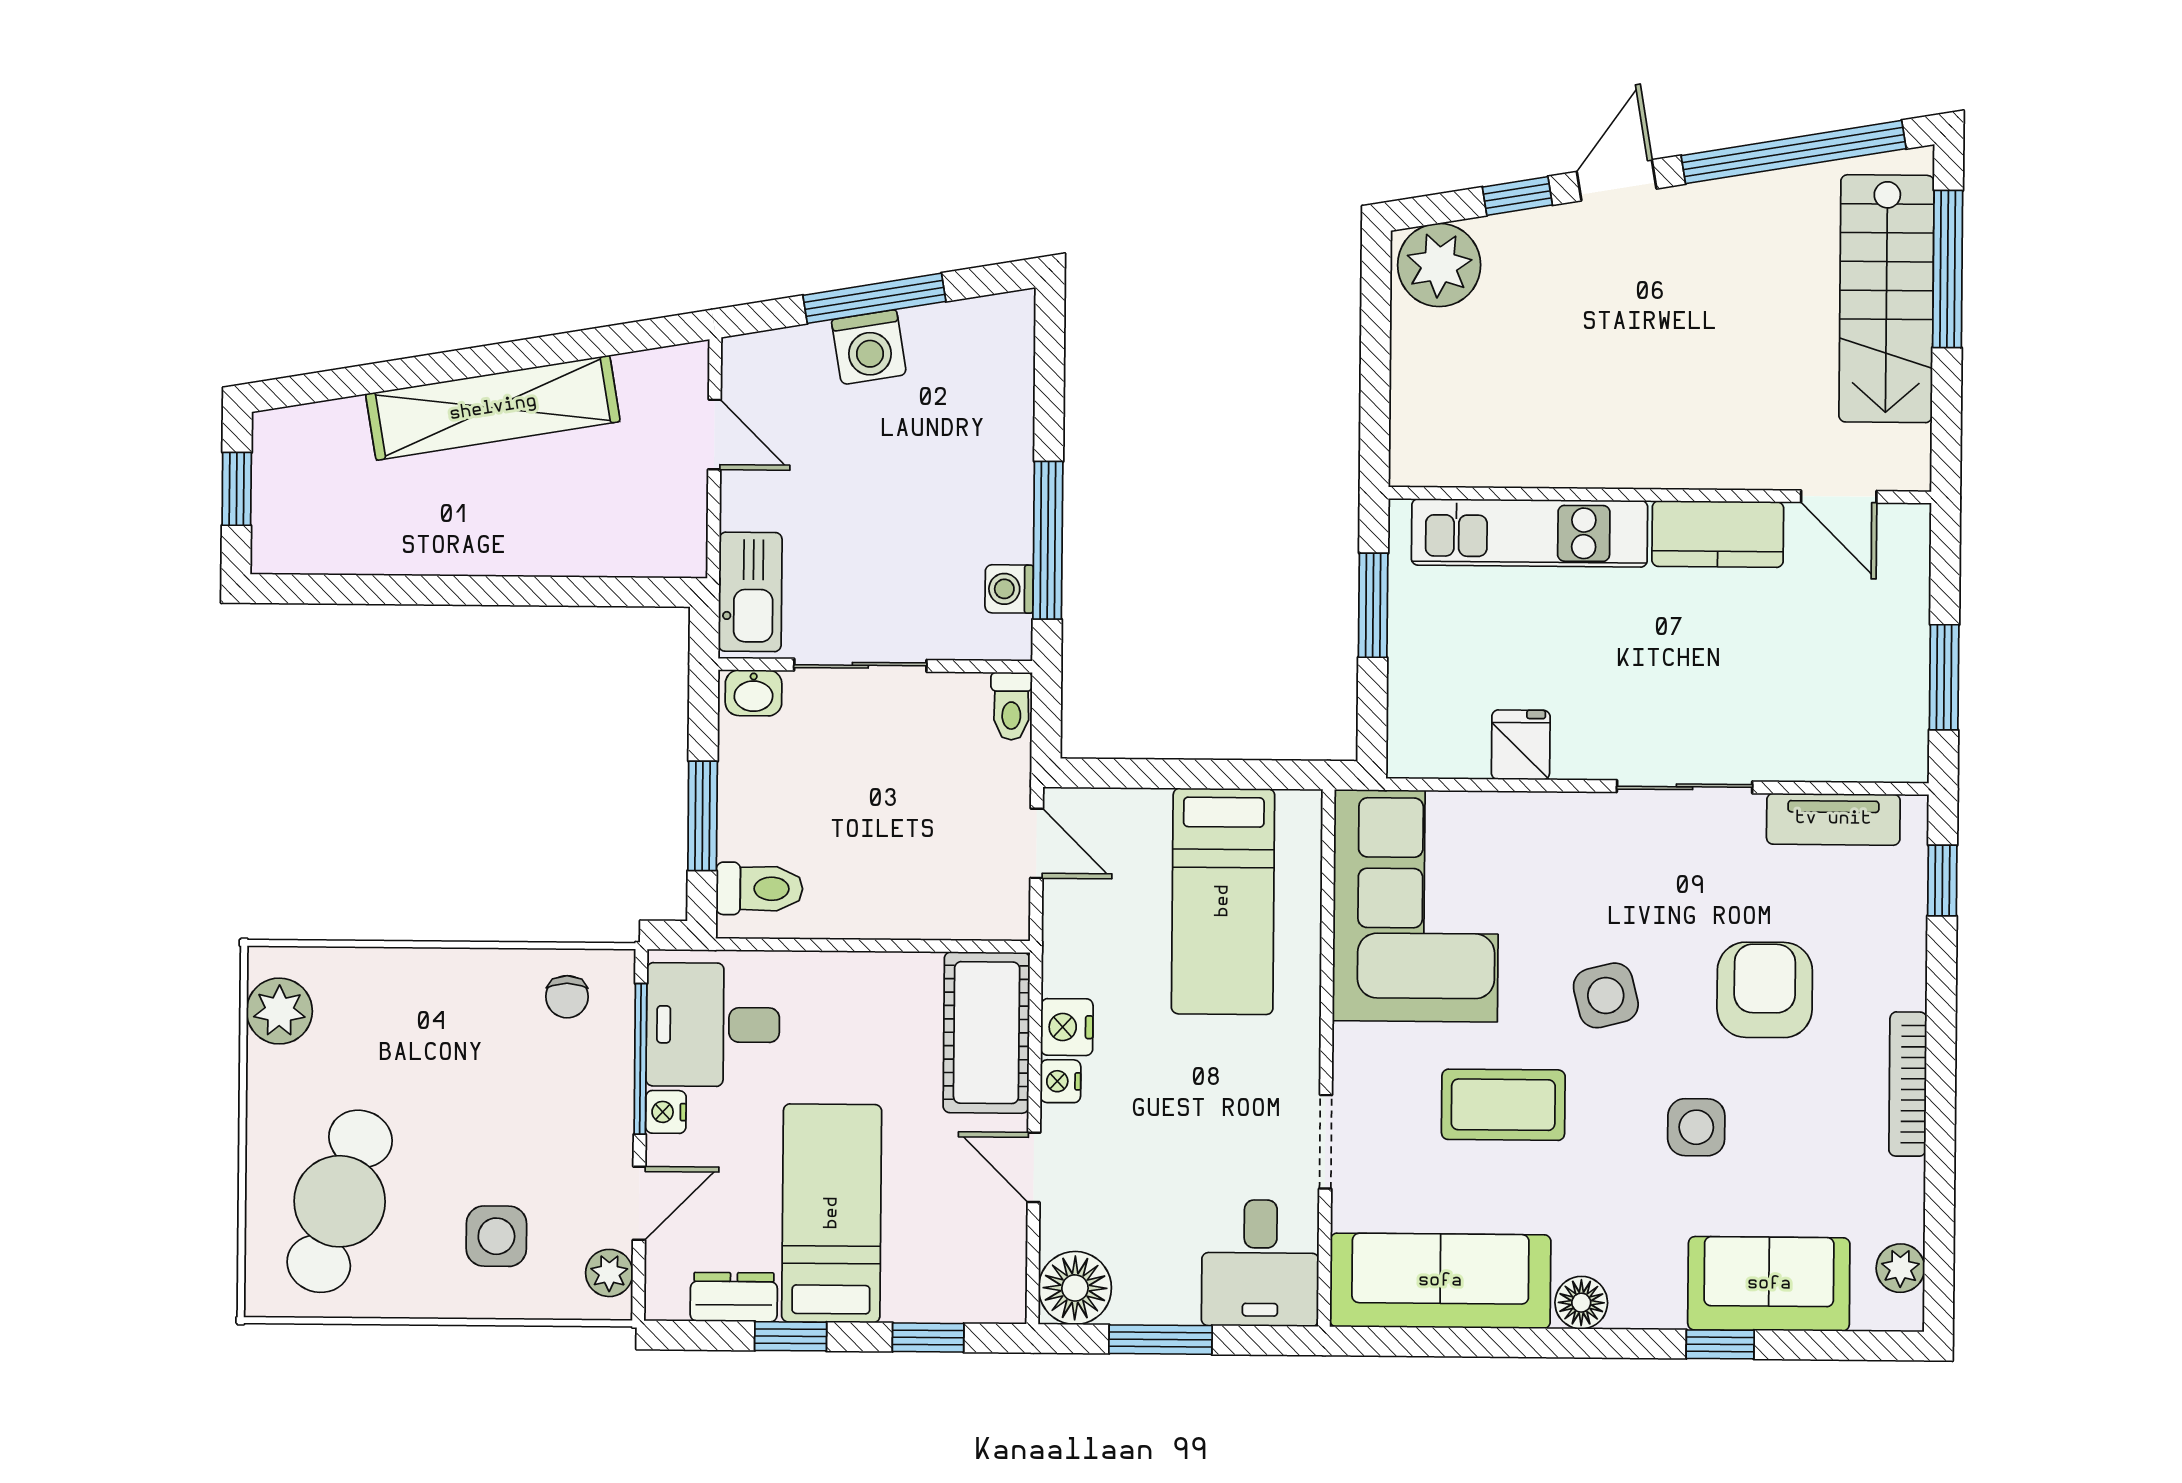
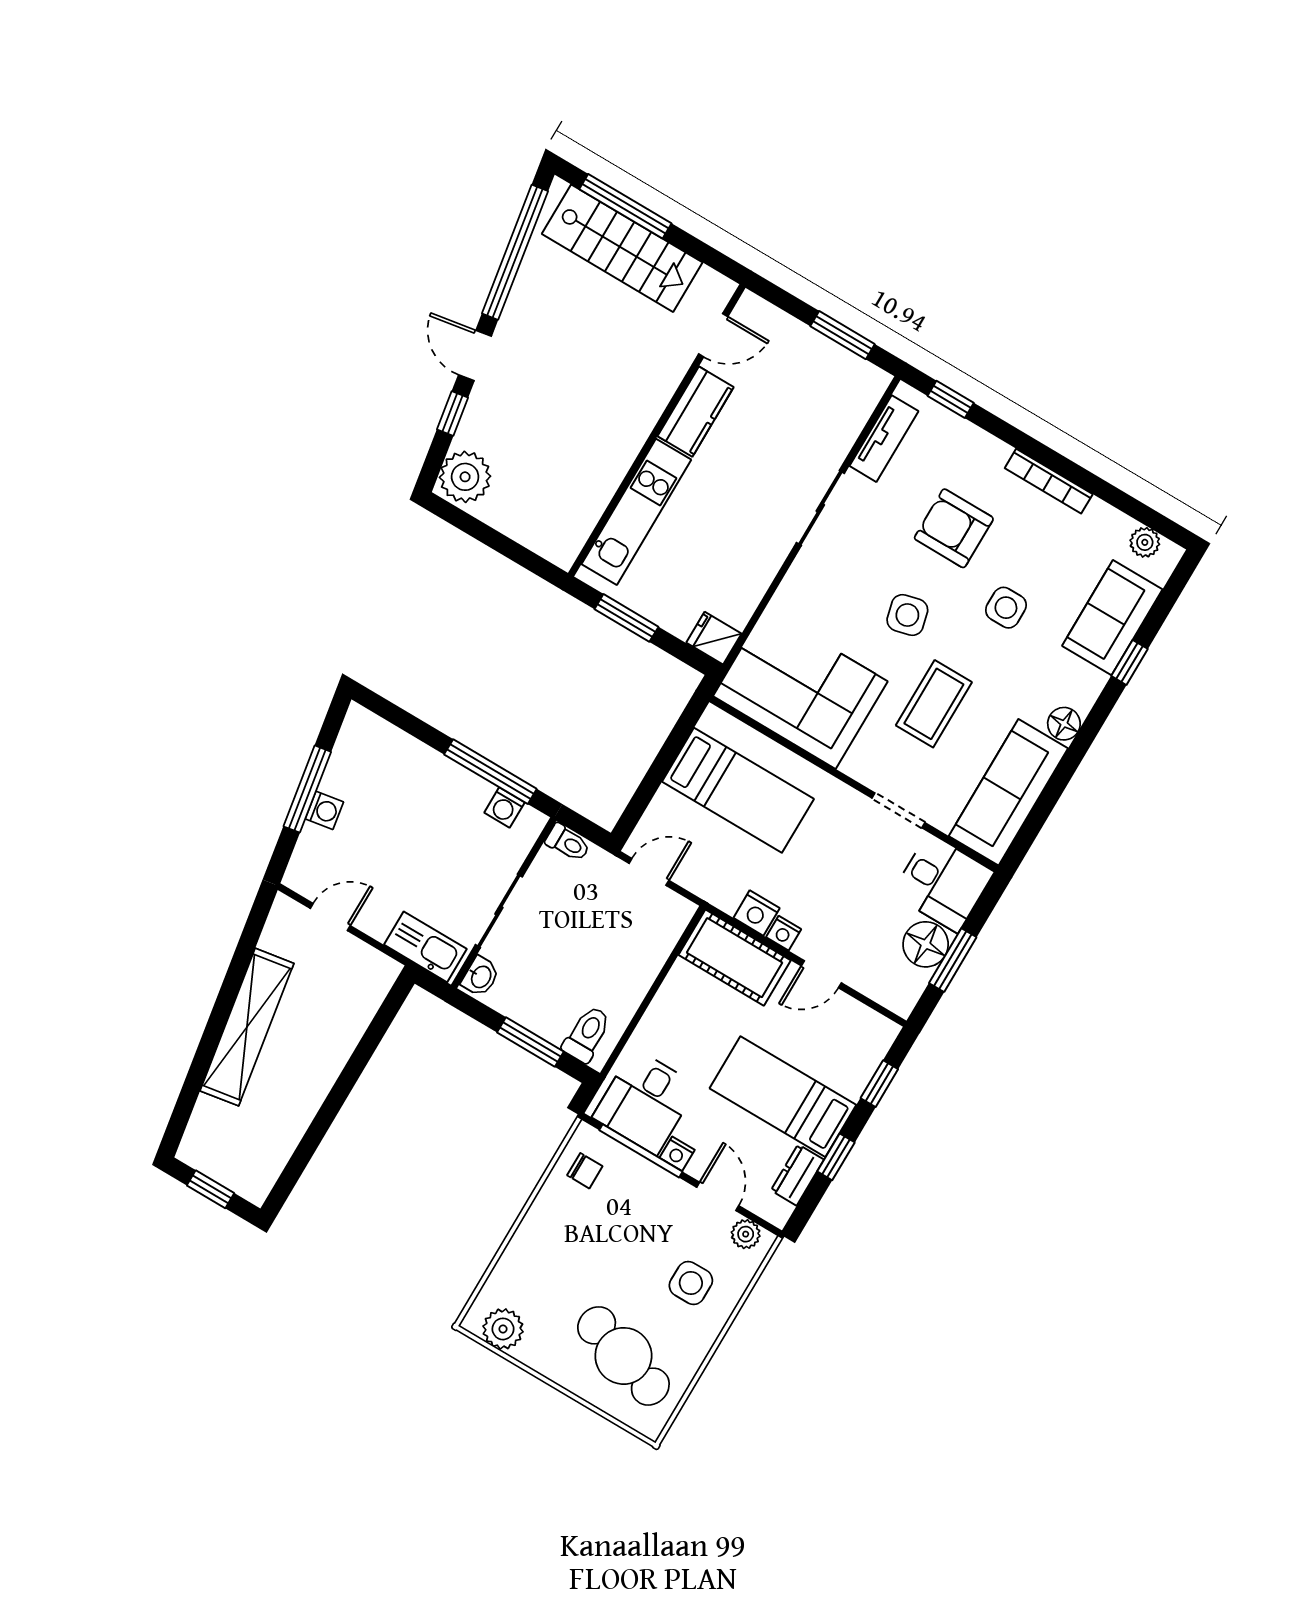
washing machine: (869, 347) -> (324, 810), width x0.73, depth x0.73
fridge: (1521, 745) -> (714, 638), moved
floor lamp: (1075, 1288) -> (926, 944), moved

